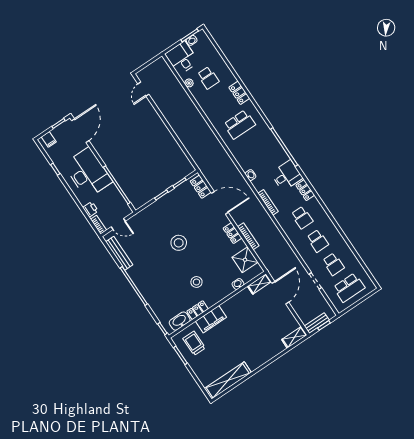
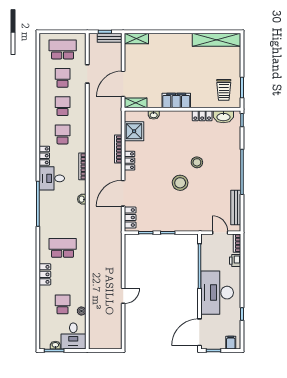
door: (143, 89) -> (123, 296), moved
door: (220, 203) -> (123, 193), hinge flipped
stool: (196, 282) -> (197, 162), moved
filing cabinet: (211, 319) -> (176, 101), moved

